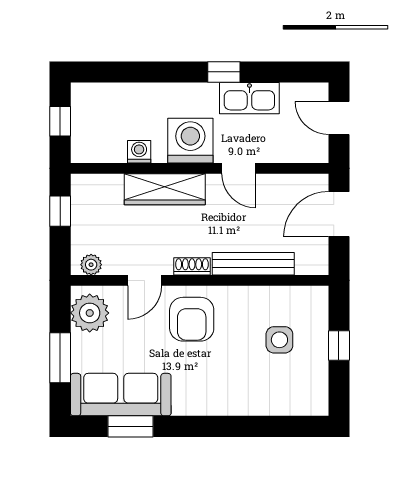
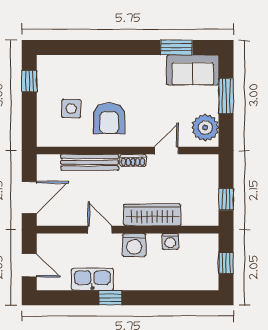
washing machine: (190, 141) -> (134, 245), width x0.73, depth x0.73
plant: (91, 265) -> (204, 162), removed
armchair: (192, 319) -> (109, 118), moved, turned 180
window: (339, 346) -> (29, 81), moved
sofa: (121, 395) -> (193, 70), width x0.73

